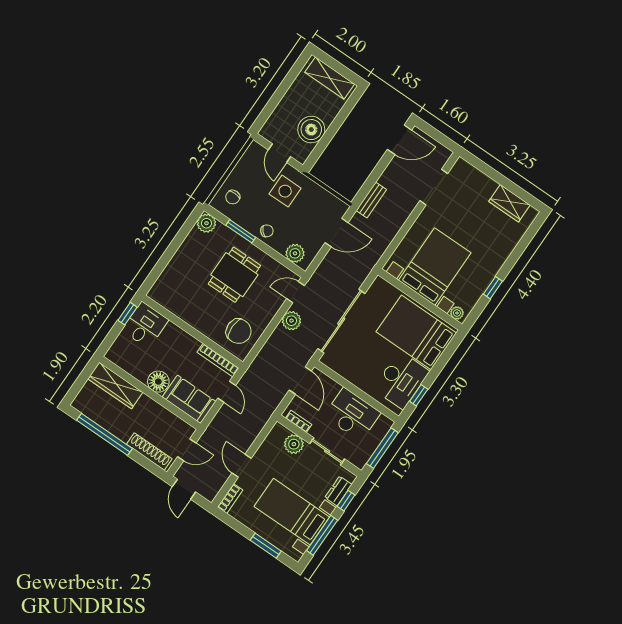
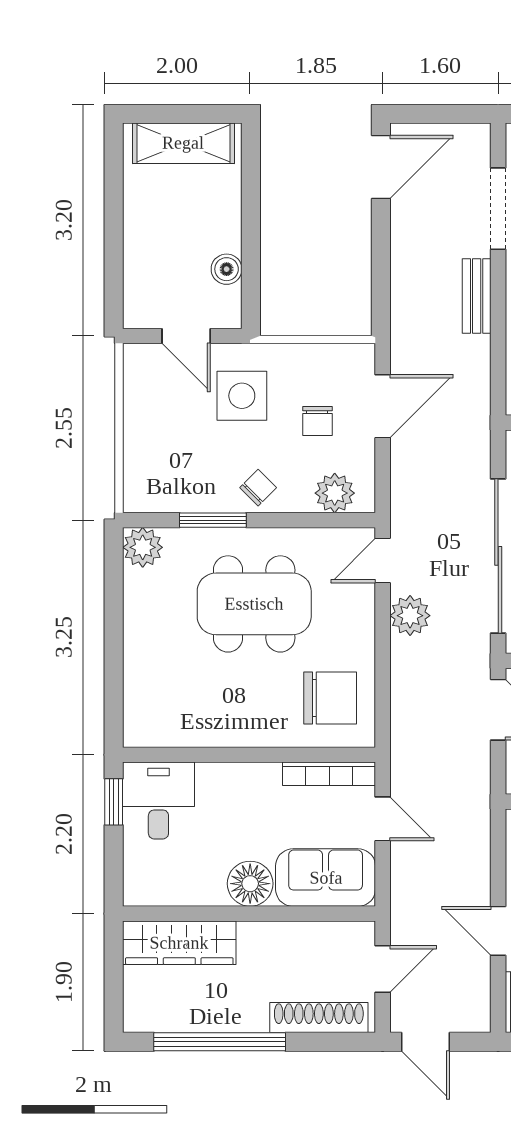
boiler: (311, 130) -> (227, 269), width x0.54, depth x0.54
chair: (233, 197) -> (317, 421), moved
bench: (371, 200) -> (477, 296), moved
dining table: (234, 275) -> (254, 604), width x1.38

